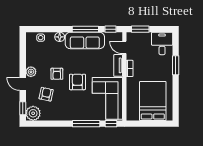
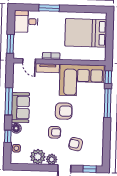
window: (110, 29) -> (8, 136), moved
sofa: (85, 40) -> (20, 108), width x0.73
door: (124, 47) -> (29, 61), hinge flipped
armchair: (77, 82) -> (64, 111), turned 180
plant: (33, 113) -> (38, 157), moved

